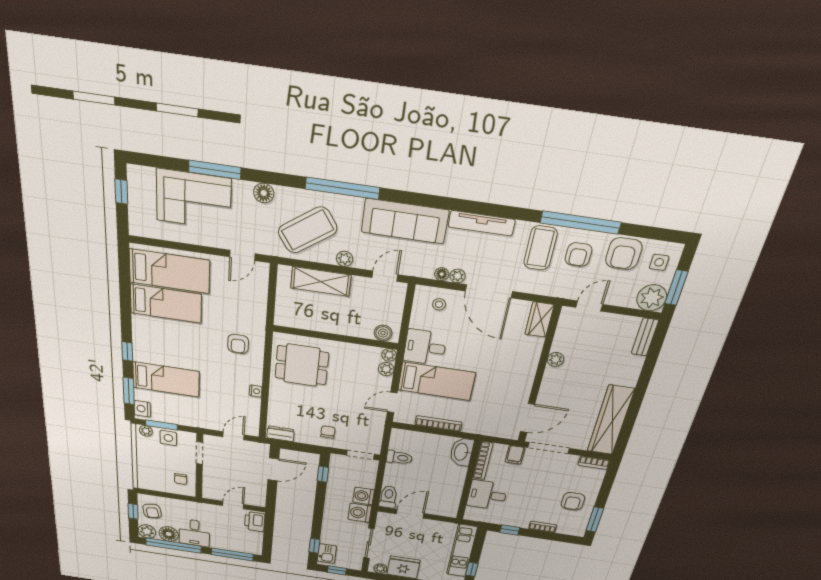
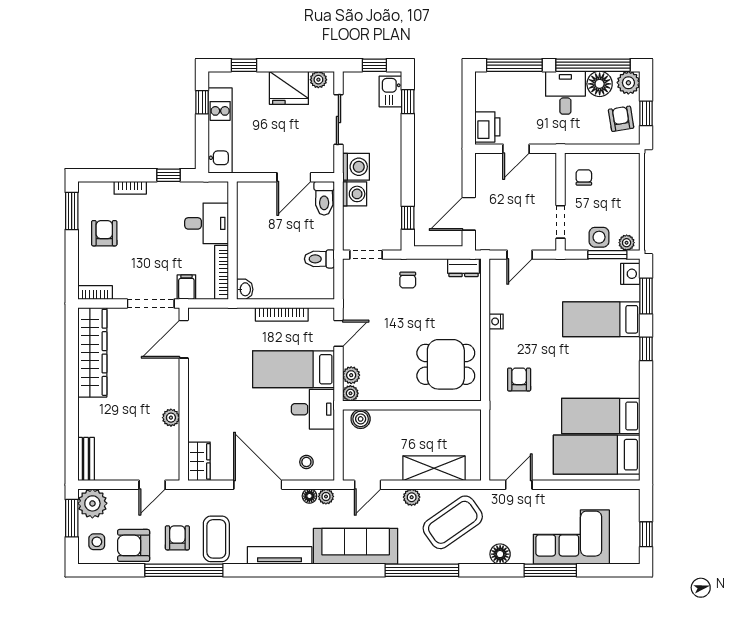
armchair: (624, 254) -> (134, 545), turned -90
plant: (458, 276) -> (326, 497), moved
washbasin: (462, 452) -> (245, 289), width x0.52, depth x0.69

